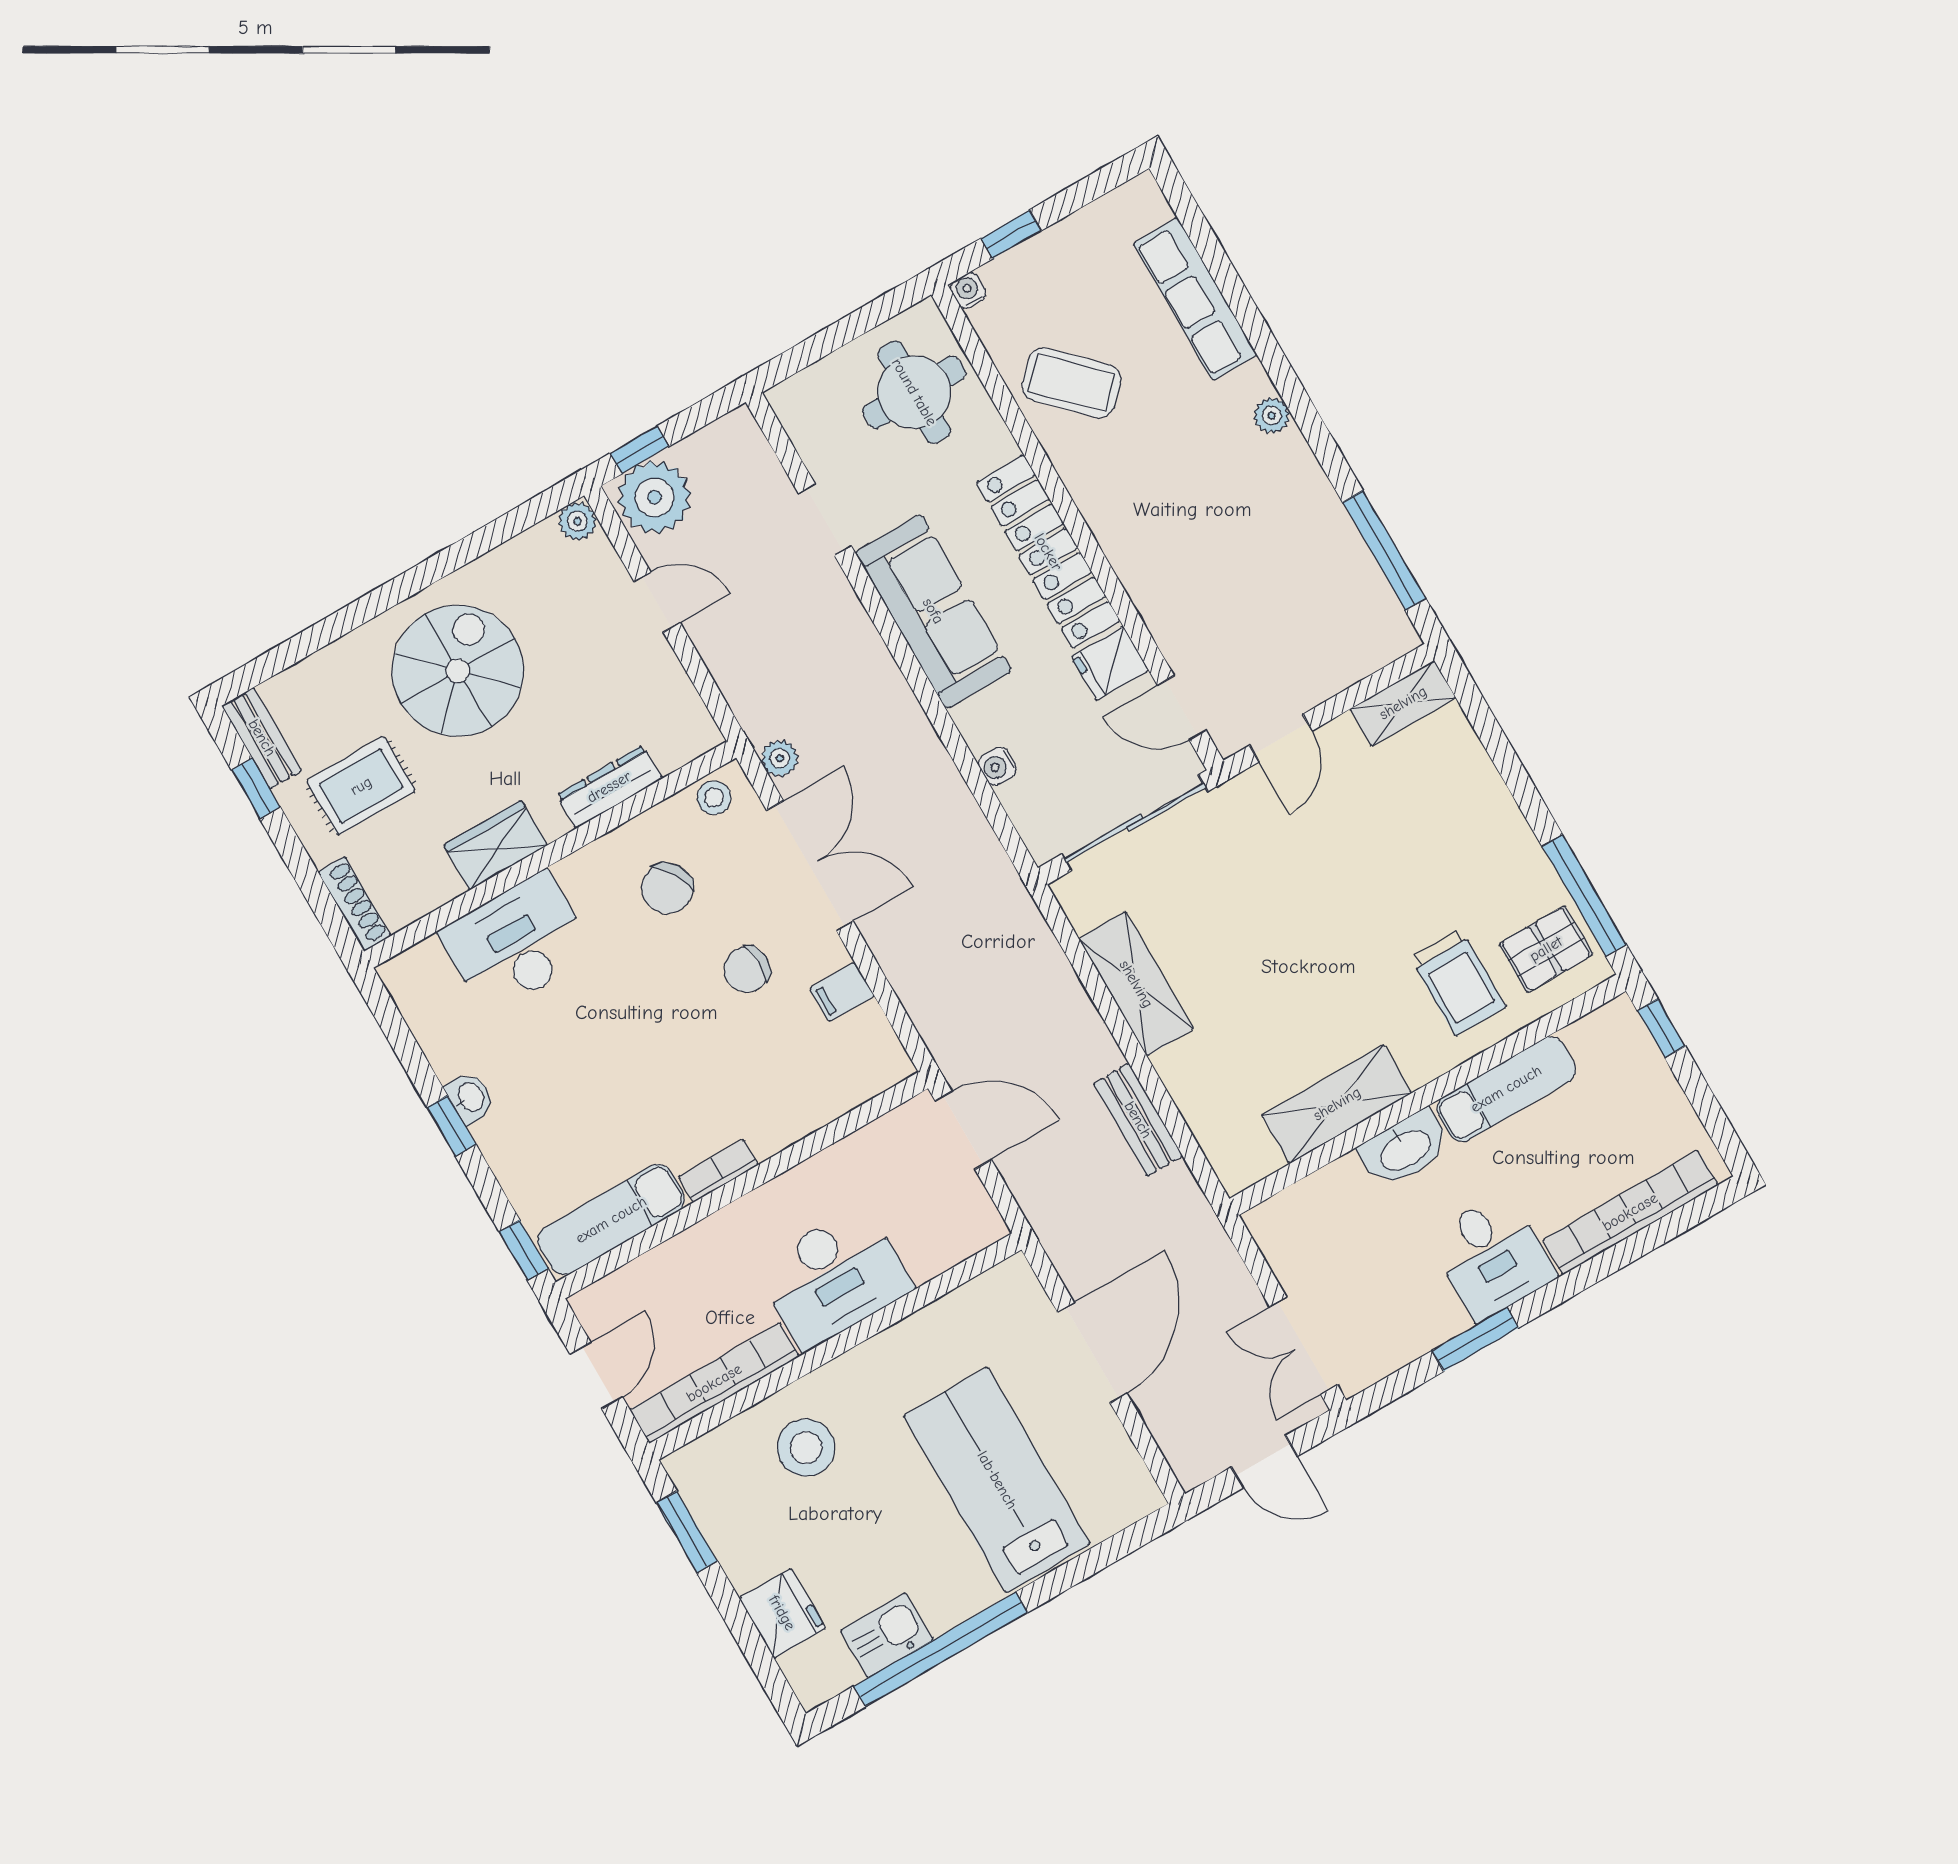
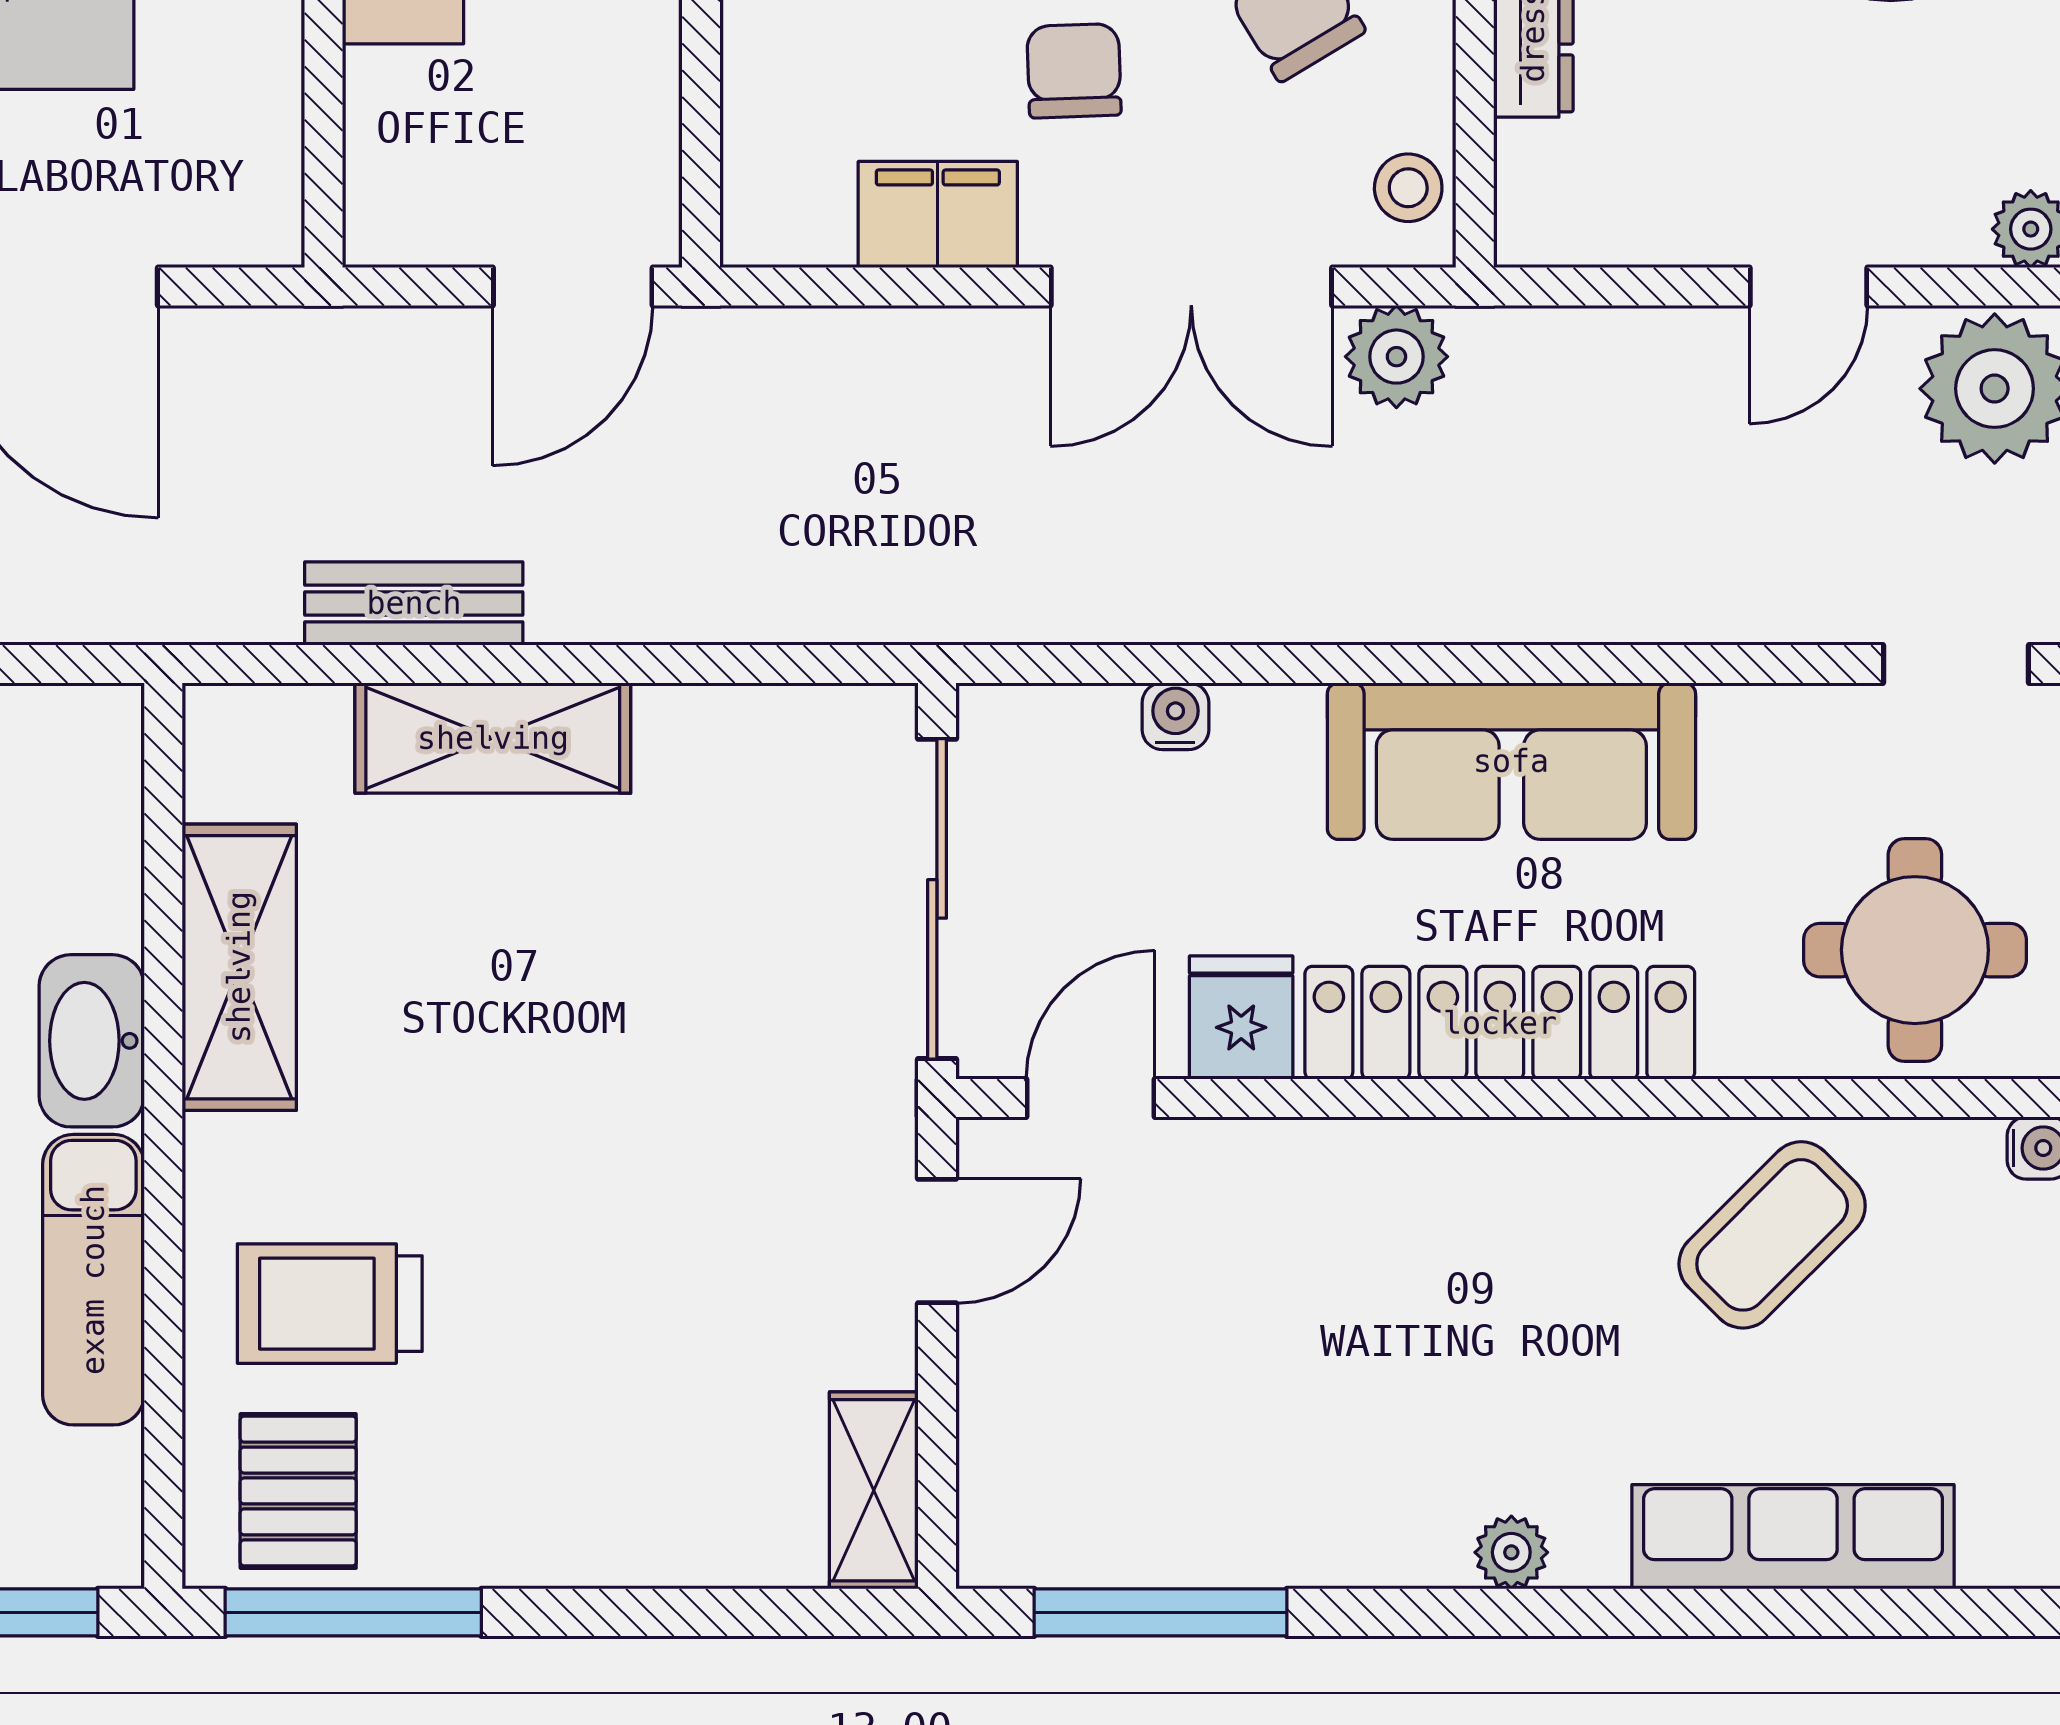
doorway: (825, 520) -> (1956, 664), moved
door: (1281, 738) -> (937, 1241), swing flipped
plant: (780, 758) -> (1396, 357), width x1.38, depth x1.38
shelving: (1136, 984) -> (493, 738), moved
filing cabinet: (842, 992) -> (938, 215), width x2.00

